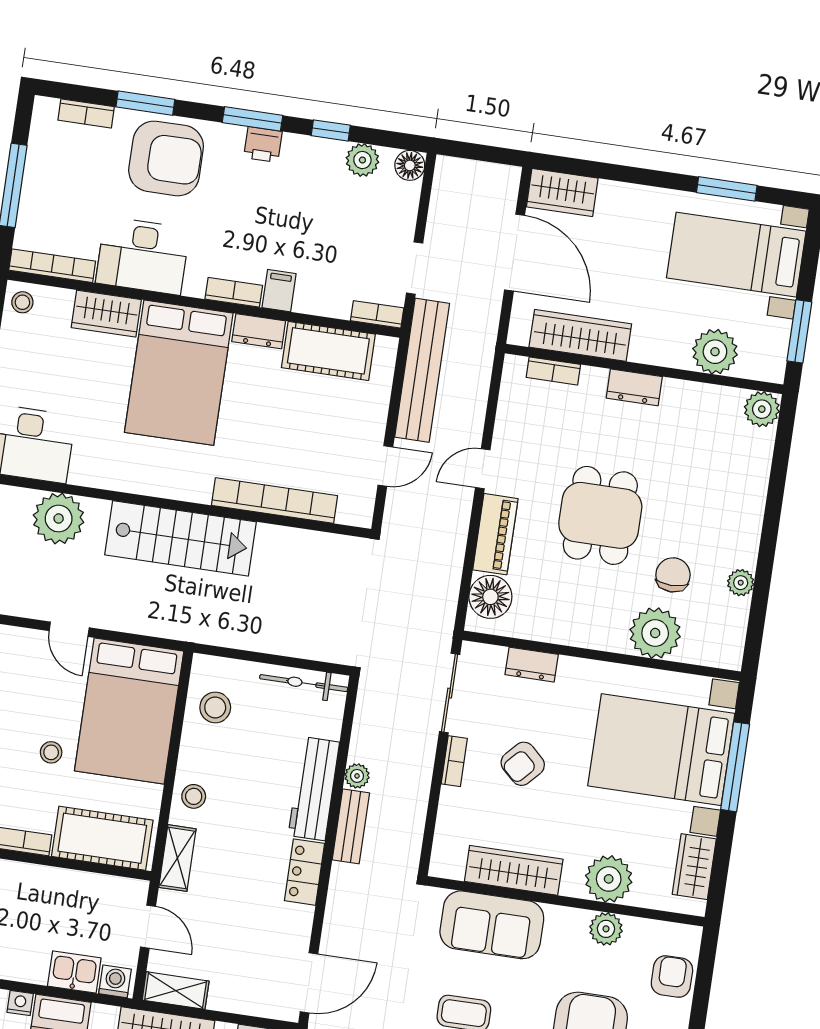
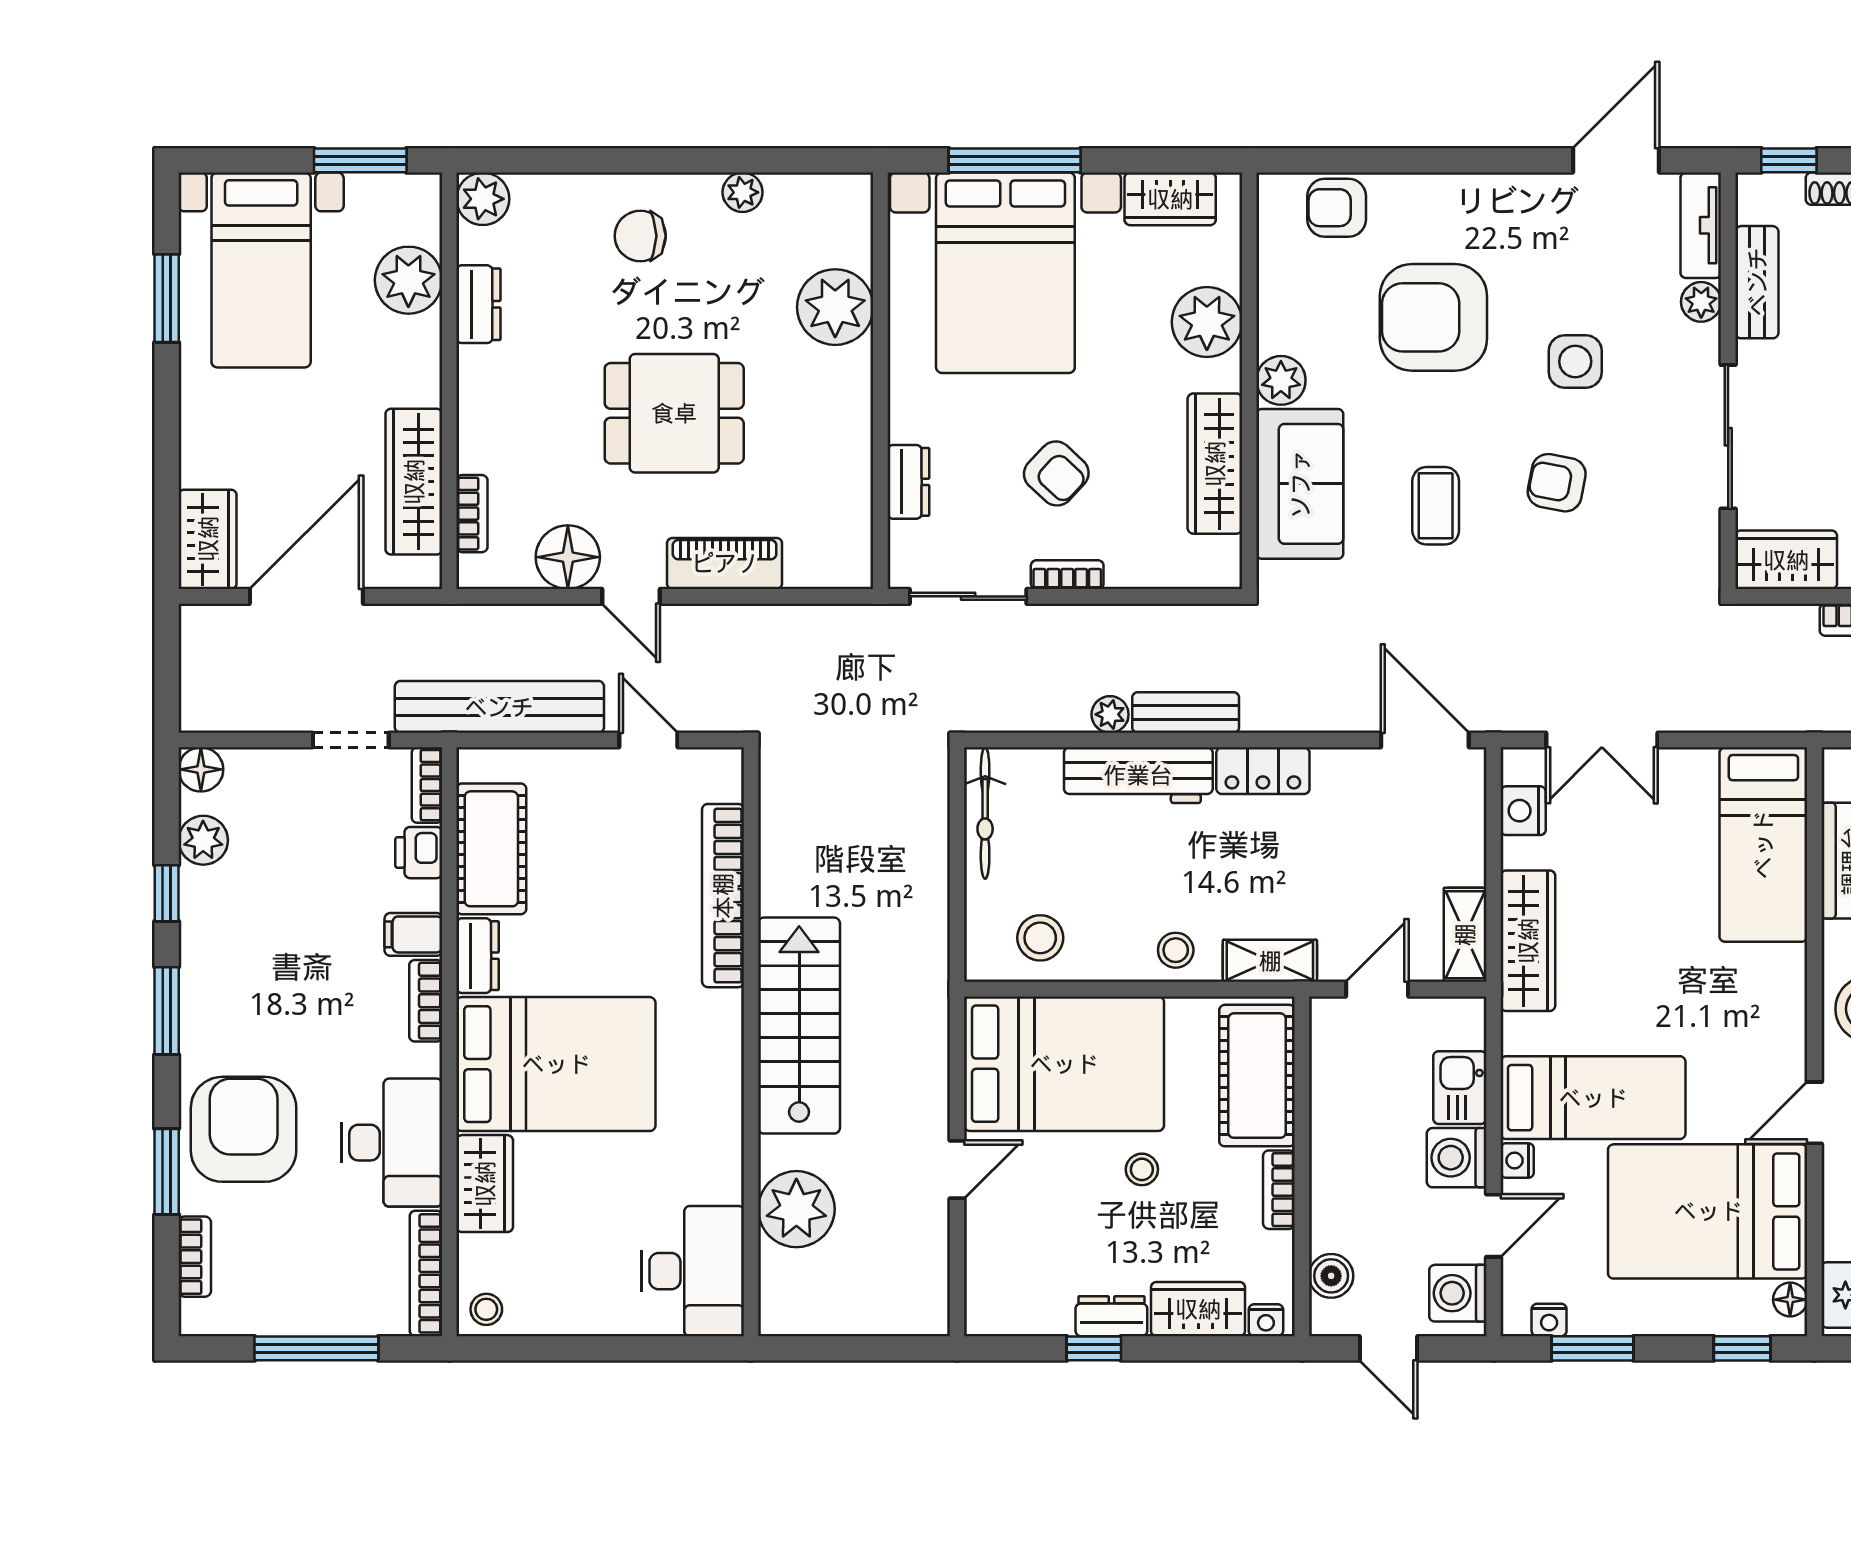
printer: (263, 145) -> (419, 853), moved, turned 180
dresser: (634, 387) -> (478, 304), moved
chair: (673, 575) -> (640, 236), moved
floor lamp: (490, 597) -> (568, 557), moved
plant: (606, 929) -> (1281, 380), moved
washing machine: (115, 981) -> (1457, 1158), moved, width x1.38, depth x1.38

